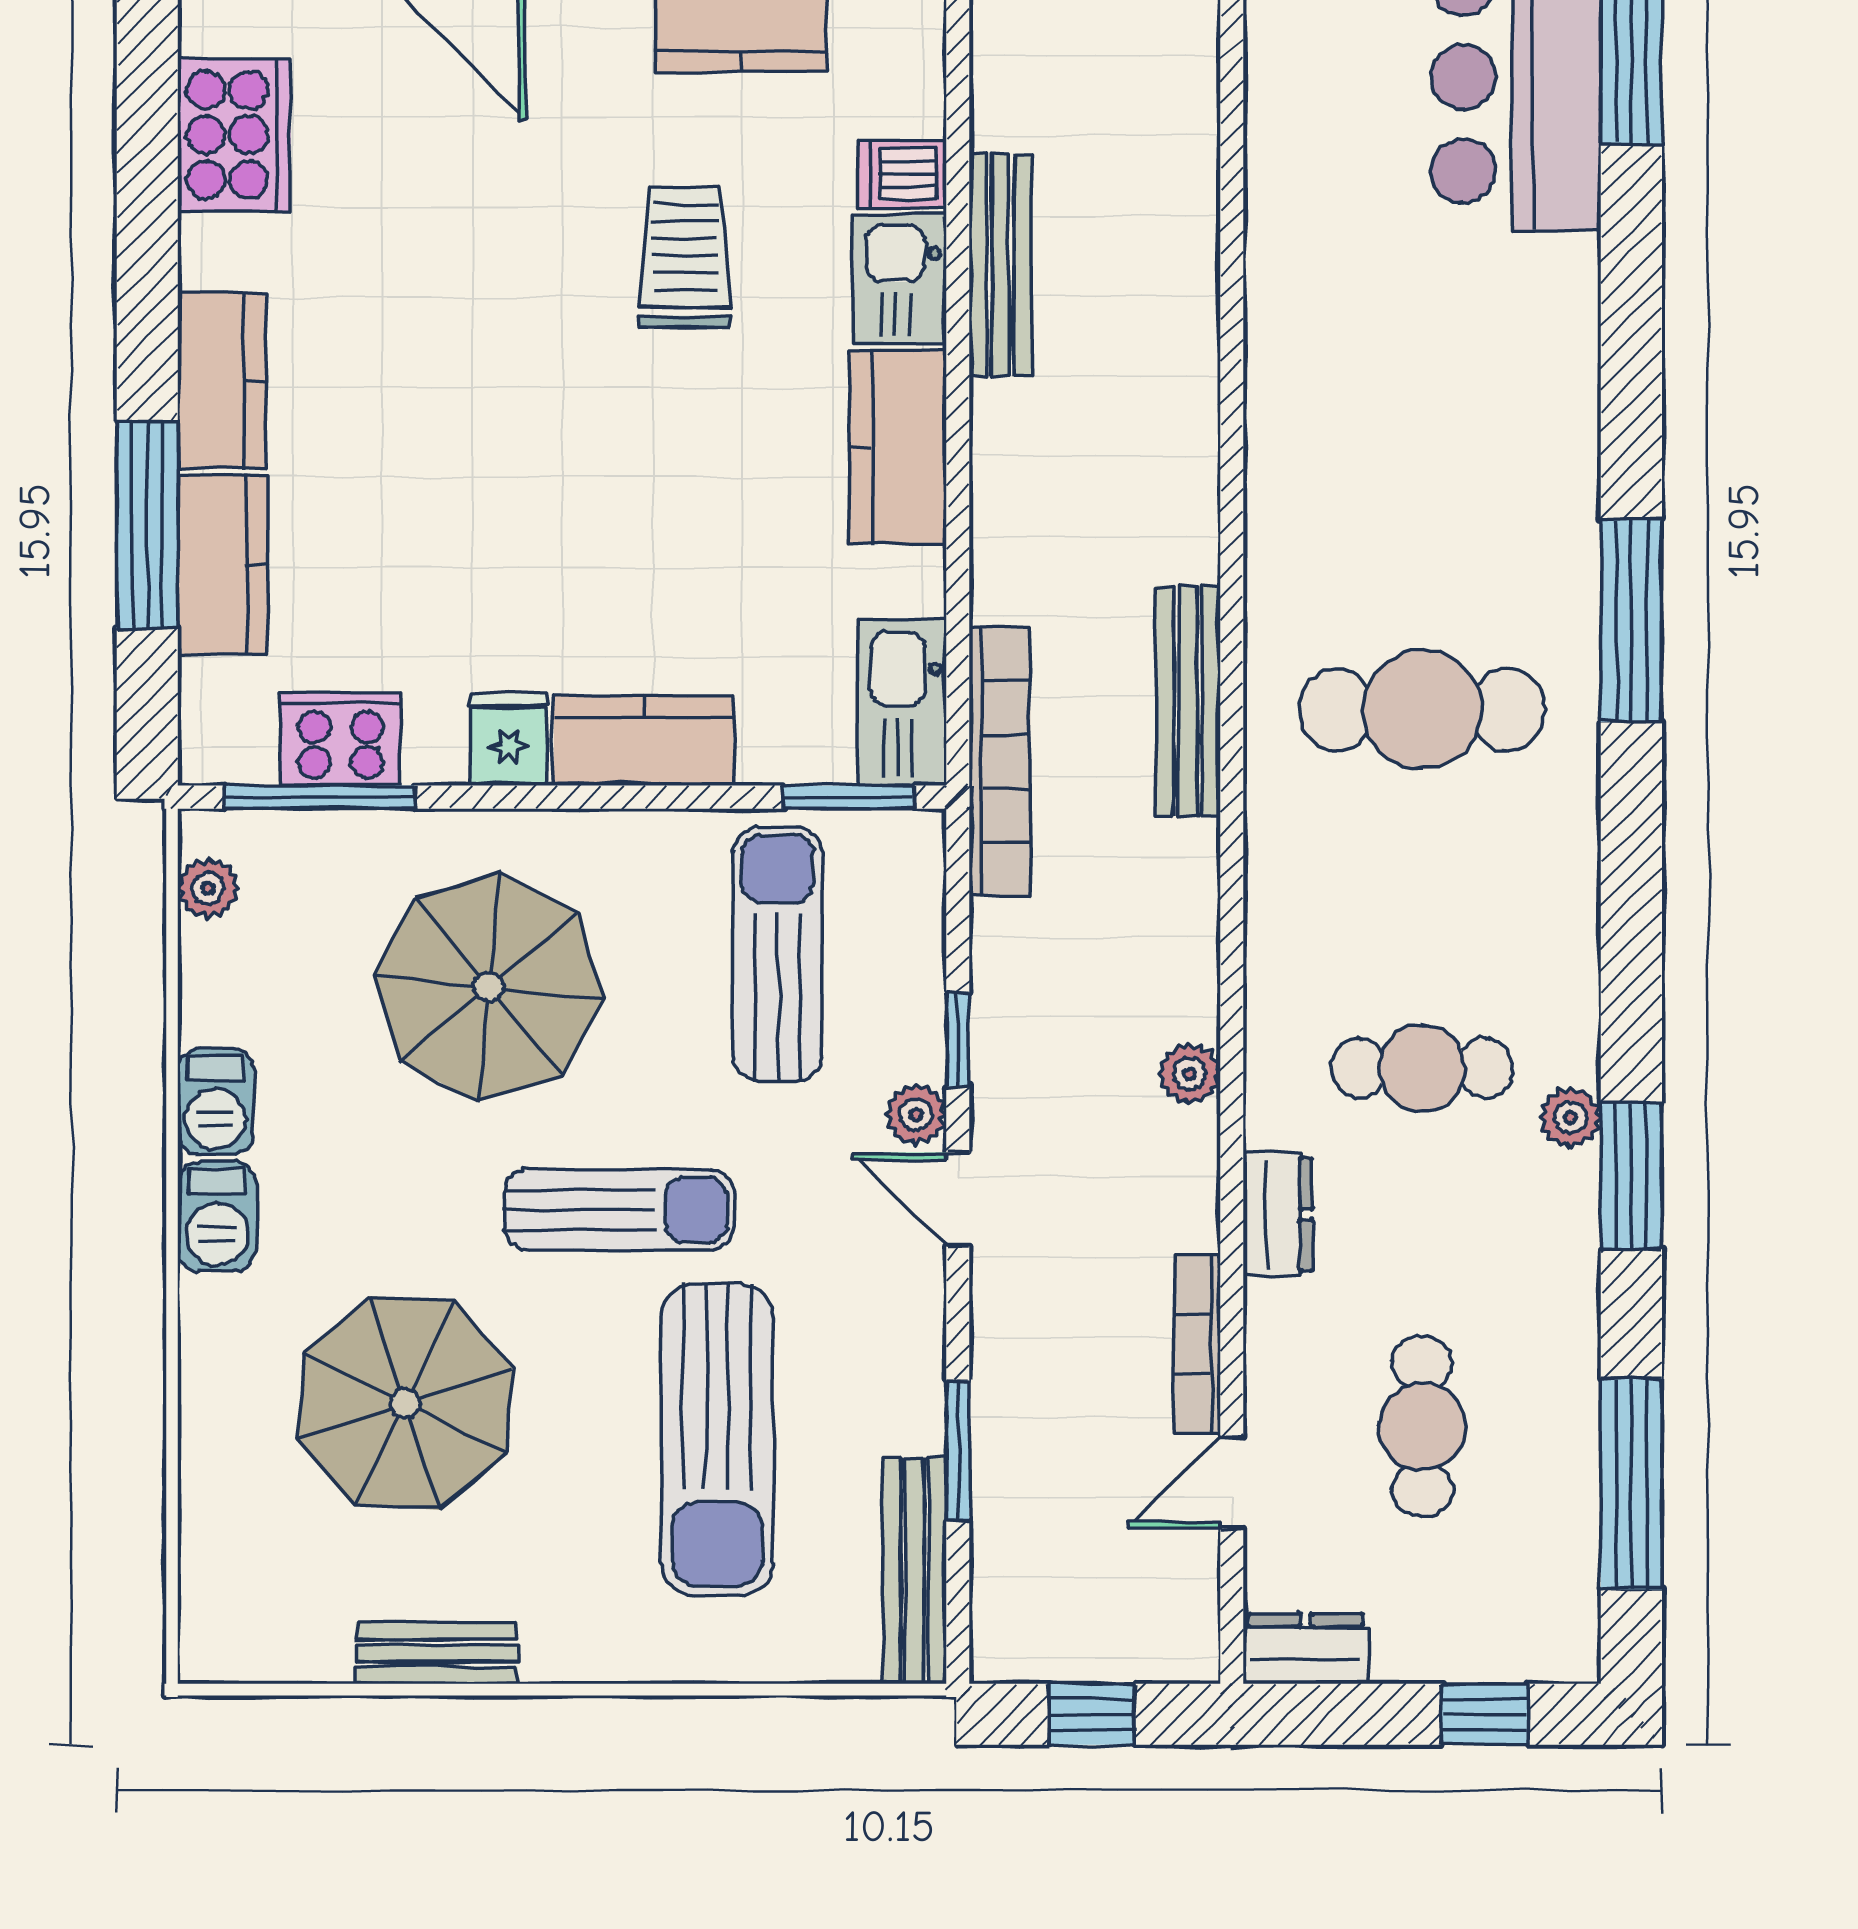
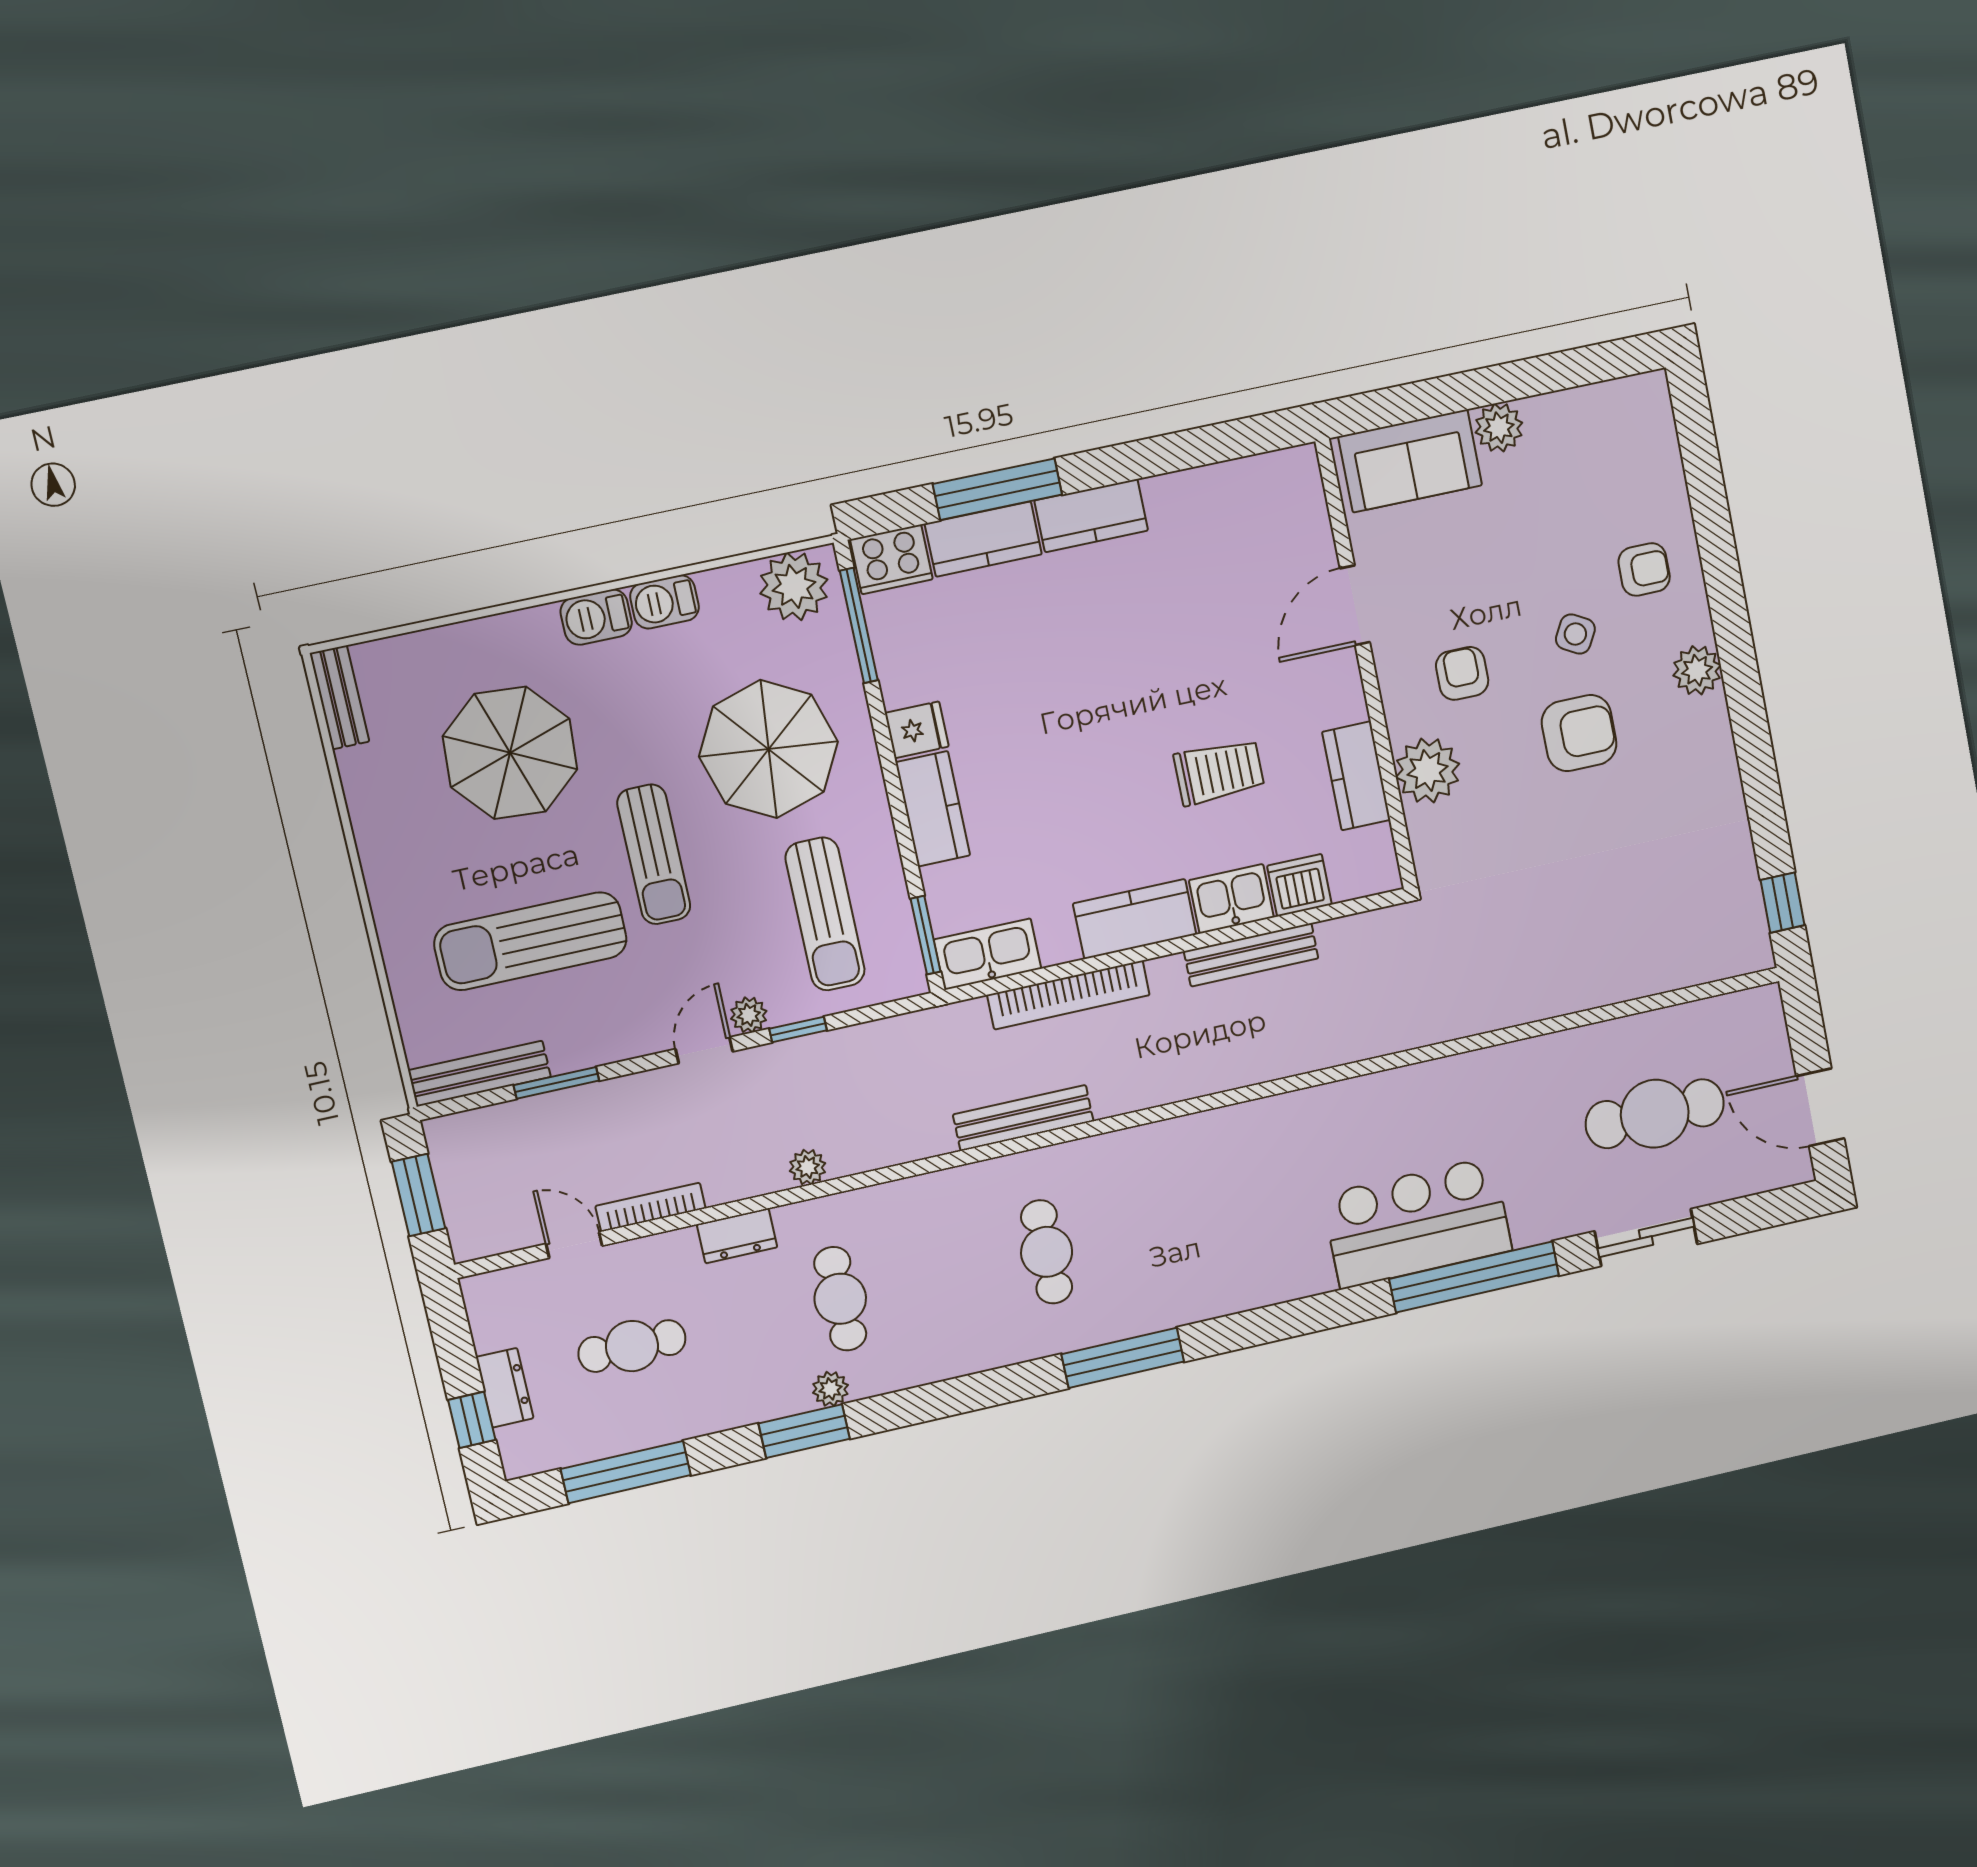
cooker: (234, 135) -> (1236, 493), removed
dishwasher: (902, 174) -> (1299, 885), width x1.38
cafe table: (1422, 710) -> (1047, 1252), width x0.73, depth x0.74
cooker: (341, 739) -> (891, 559), moved, turned 90
bookcase: (1000, 761) -> (1068, 995), moved
plant: (208, 888) -> (794, 586), width x1.88, depth x1.88
sun lounger: (777, 954) -> (825, 914), turned 90
dresser: (1305, 1649) -> (505, 1388), moved
bench: (437, 1653) -> (339, 697), moved
window: (1092, 1714) -> (418, 1195), width x1.50

